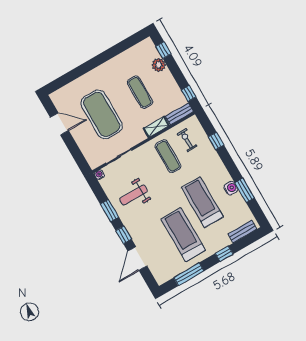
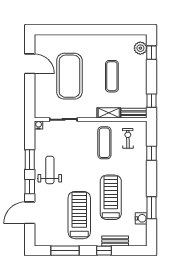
plant: (159, 65) -> (140, 48), moved
water cooler: (231, 188) -> (141, 218), moved
weight bench: (134, 195) -> (50, 170), moved, turned 90
bench: (242, 232) -> (115, 241), moved

